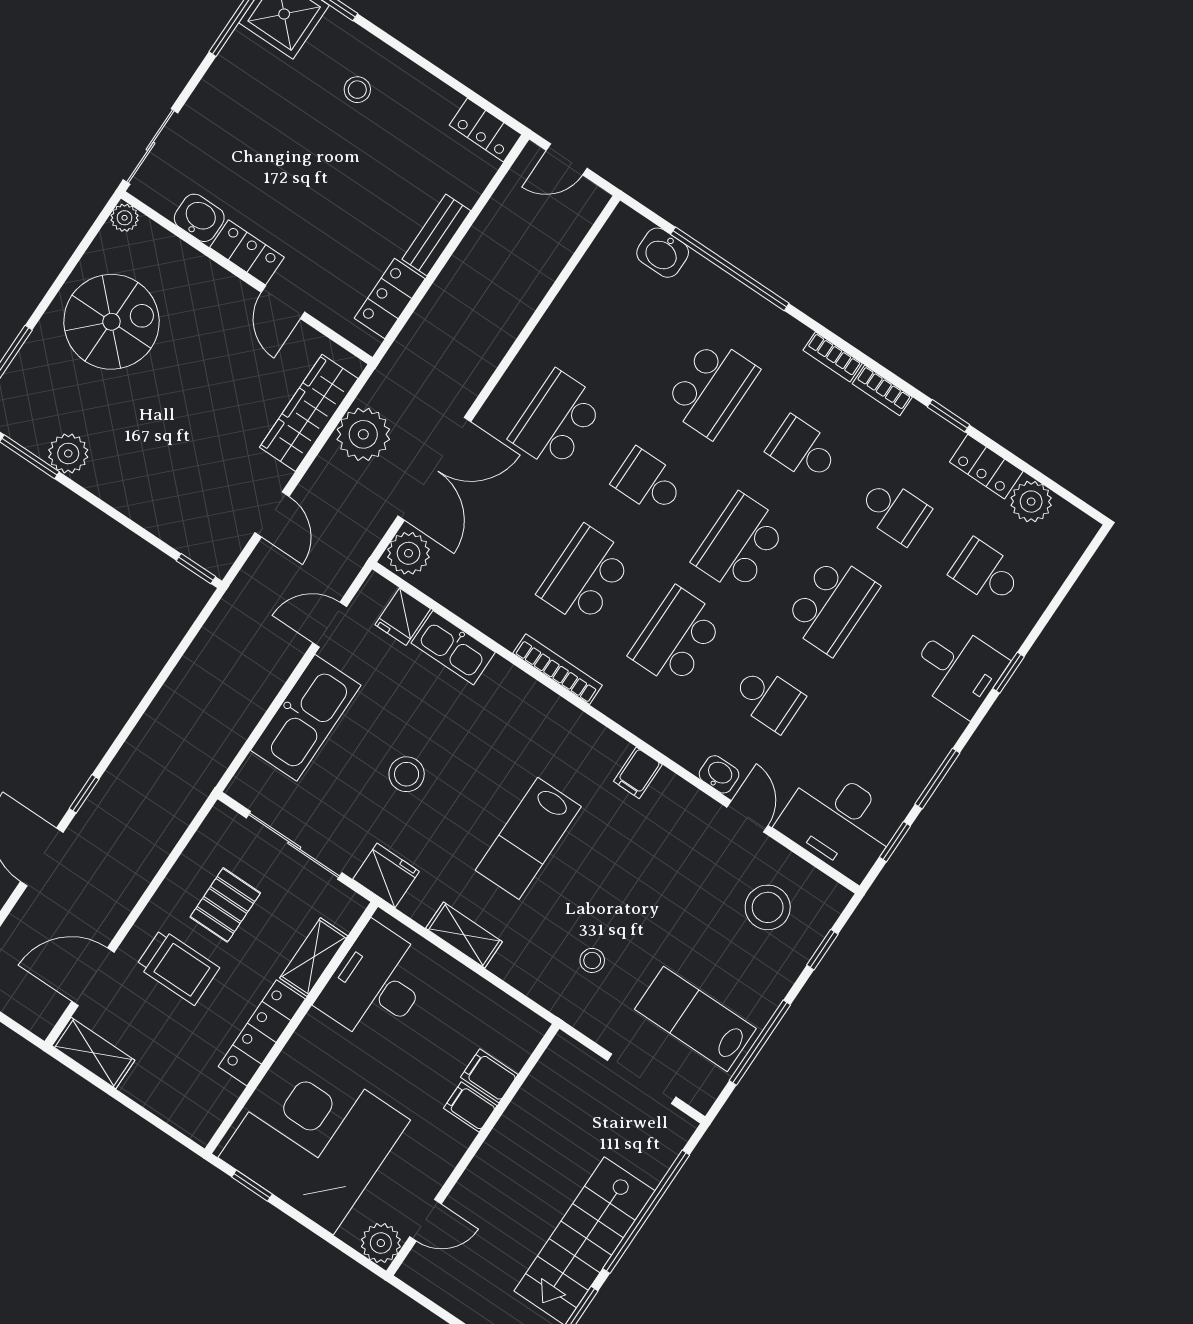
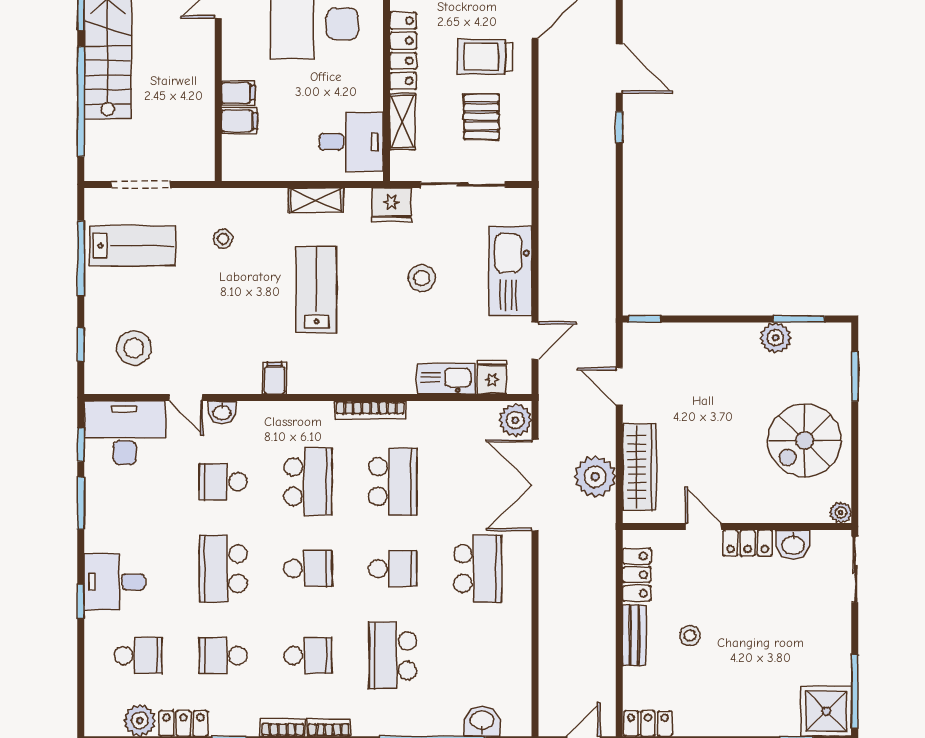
stool: (357, 90) -> (690, 636), moved
school desk: (740, 543) -> (308, 569), width x0.54
desk: (376, 984) -> (351, 142), width x0.73

